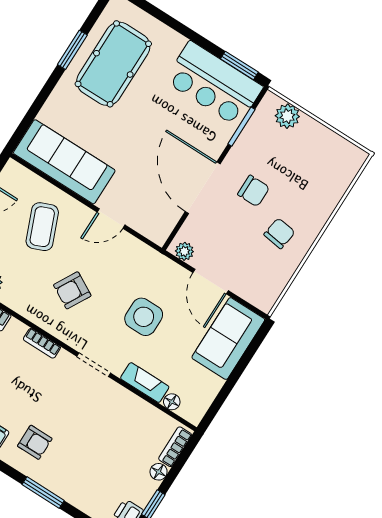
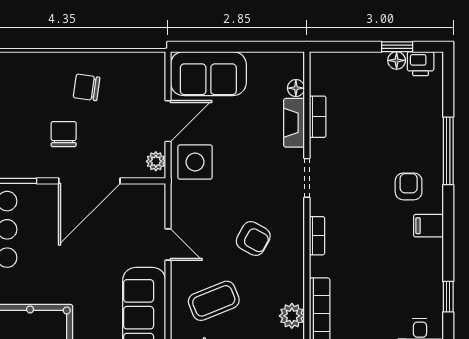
side table: (144, 317) -> (195, 162), moved
bookcase: (175, 447) -> (318, 117), moved, turned -90
floor lamp: (159, 472) -> (397, 60), moved
window: (43, 492) -> (448, 151), width x1.44

